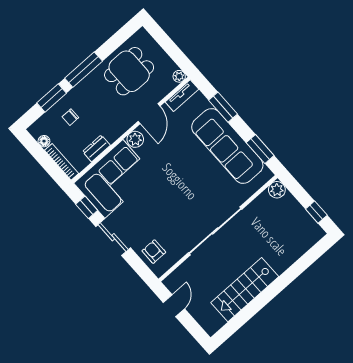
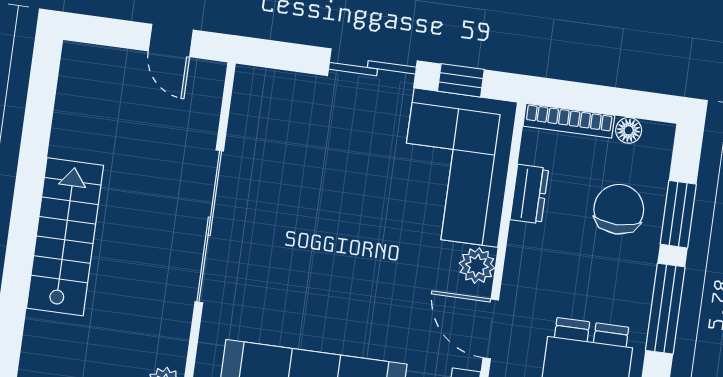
chair: (70, 117) -> (619, 209), width x1.87, depth x1.87
armchair: (154, 252) -> (283, 103), removed
stairs: (245, 290) -> (65, 237), moved

